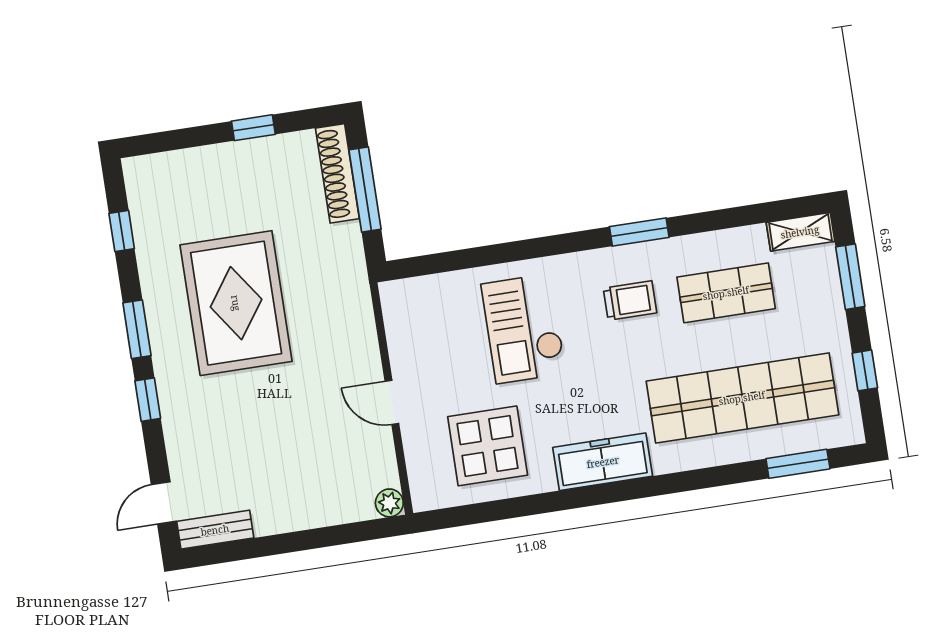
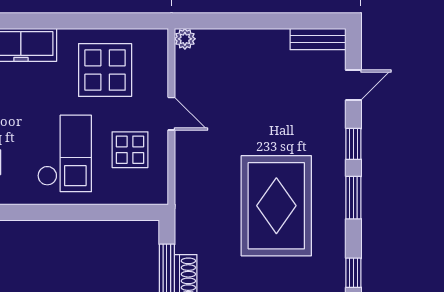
display table: (439, 347) -> (130, 150), added
door: (164, 503) -> (353, 85), moved

